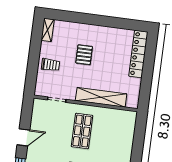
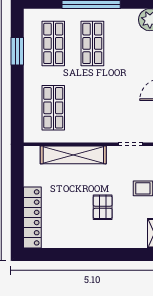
shop shelf: (82, 131) -> (53, 108), moved

